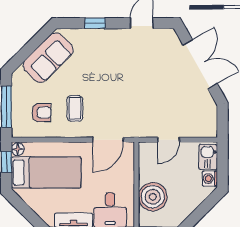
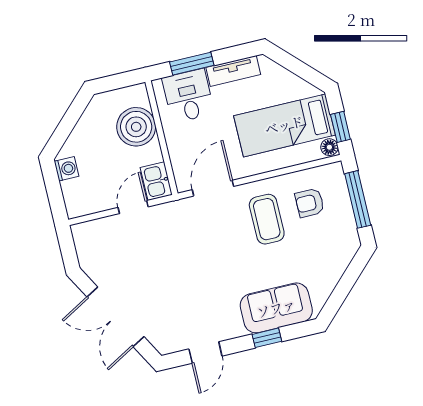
sofa: (48, 58) -> (276, 308), moved, turned 45
coffee table: (75, 108) -> (267, 219), width x1.36, depth x1.30
kitchen sink: (208, 157) -> (156, 181), moved, turned 180

